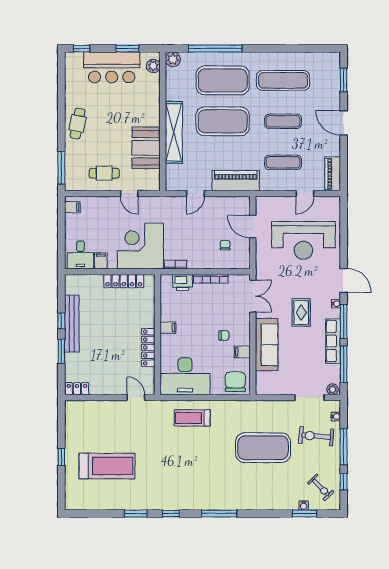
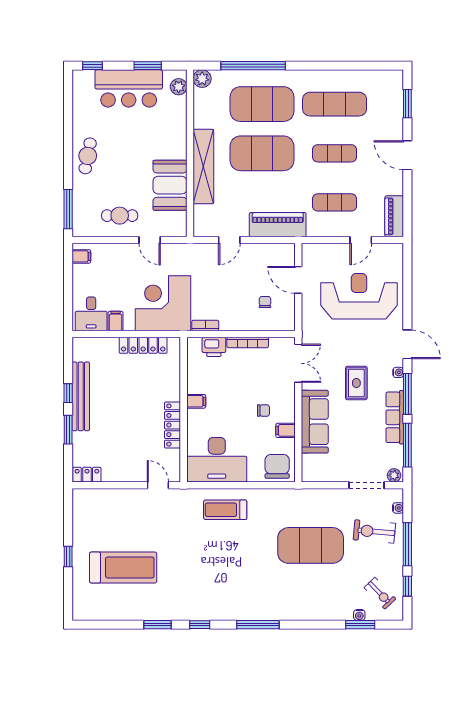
reception desk: (303, 240) -> (359, 296), turned 180

